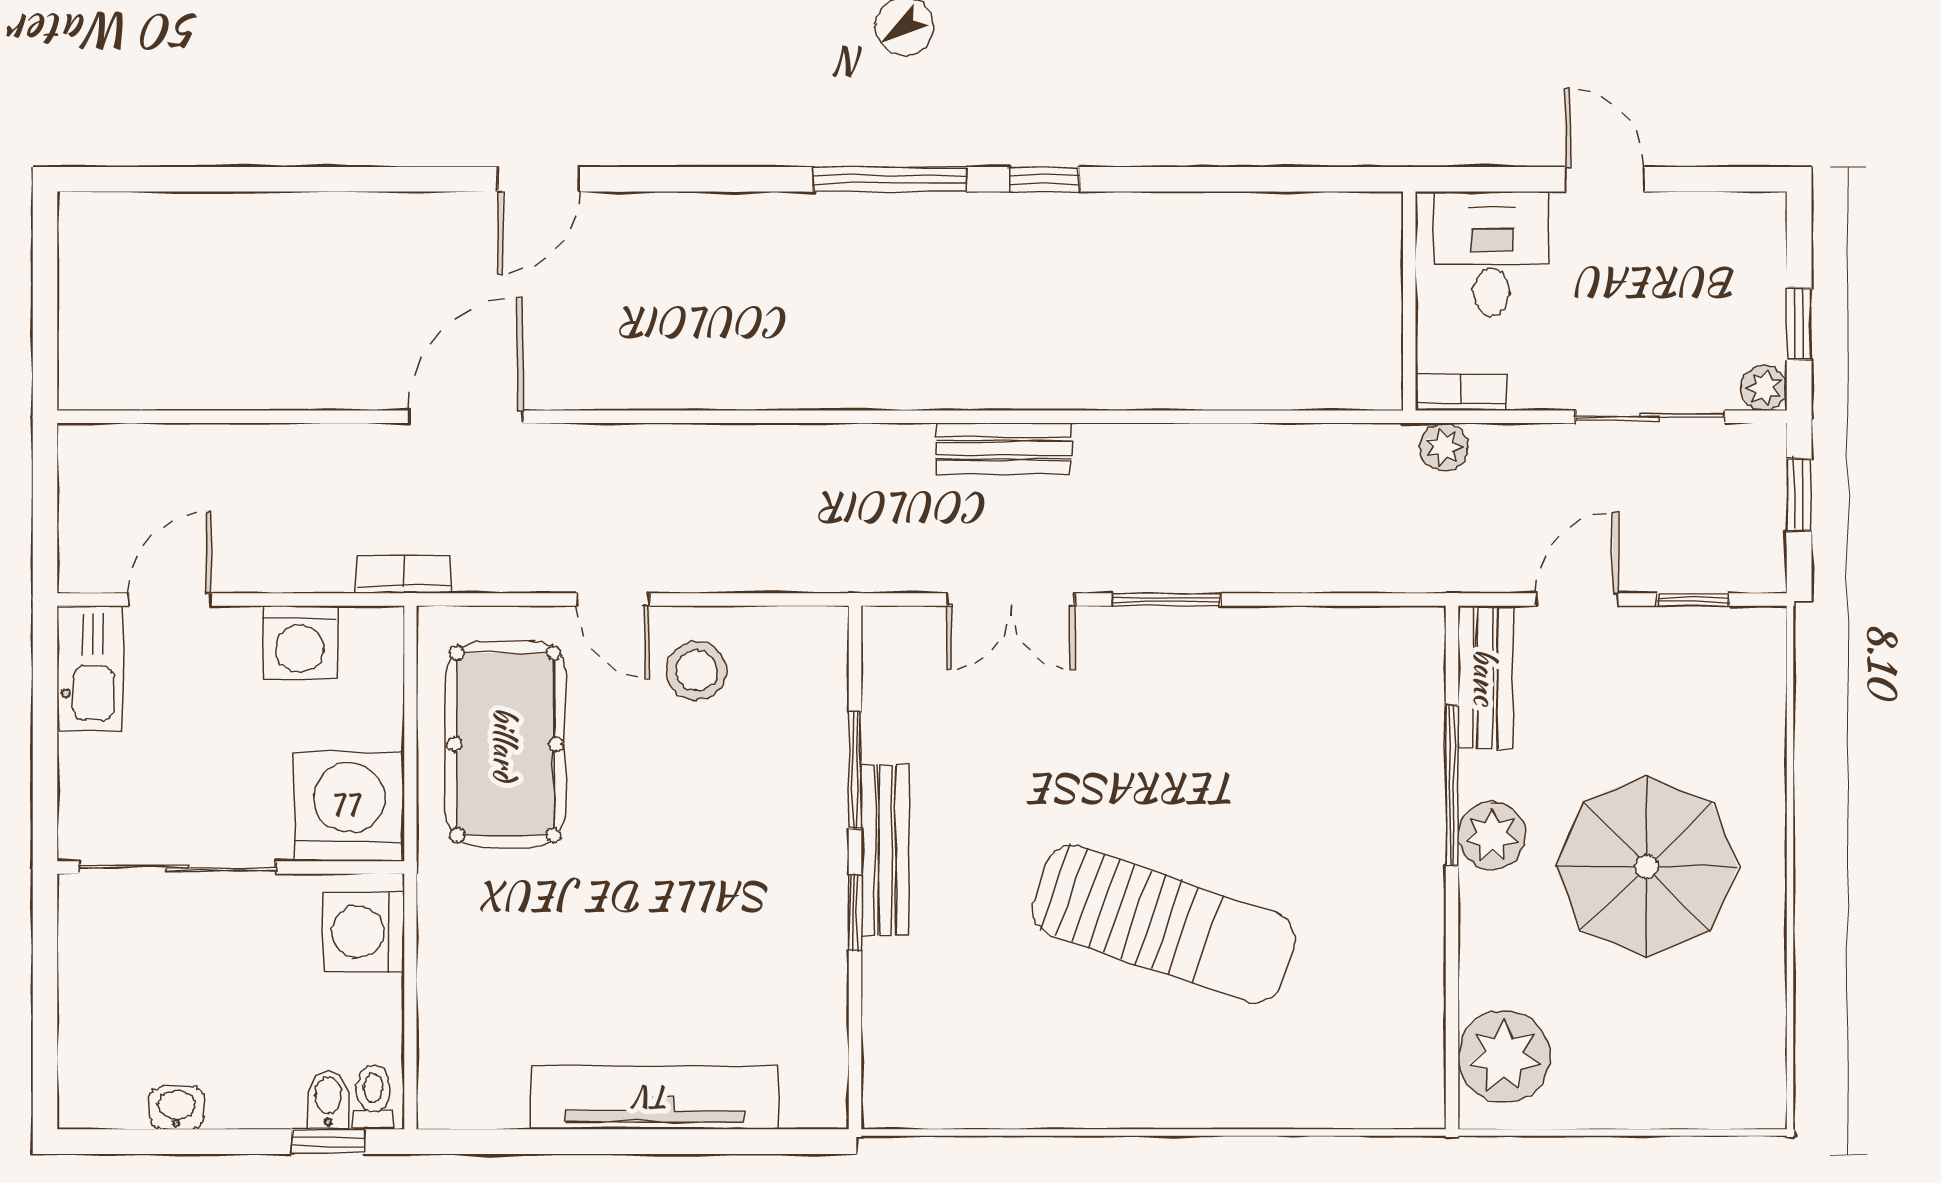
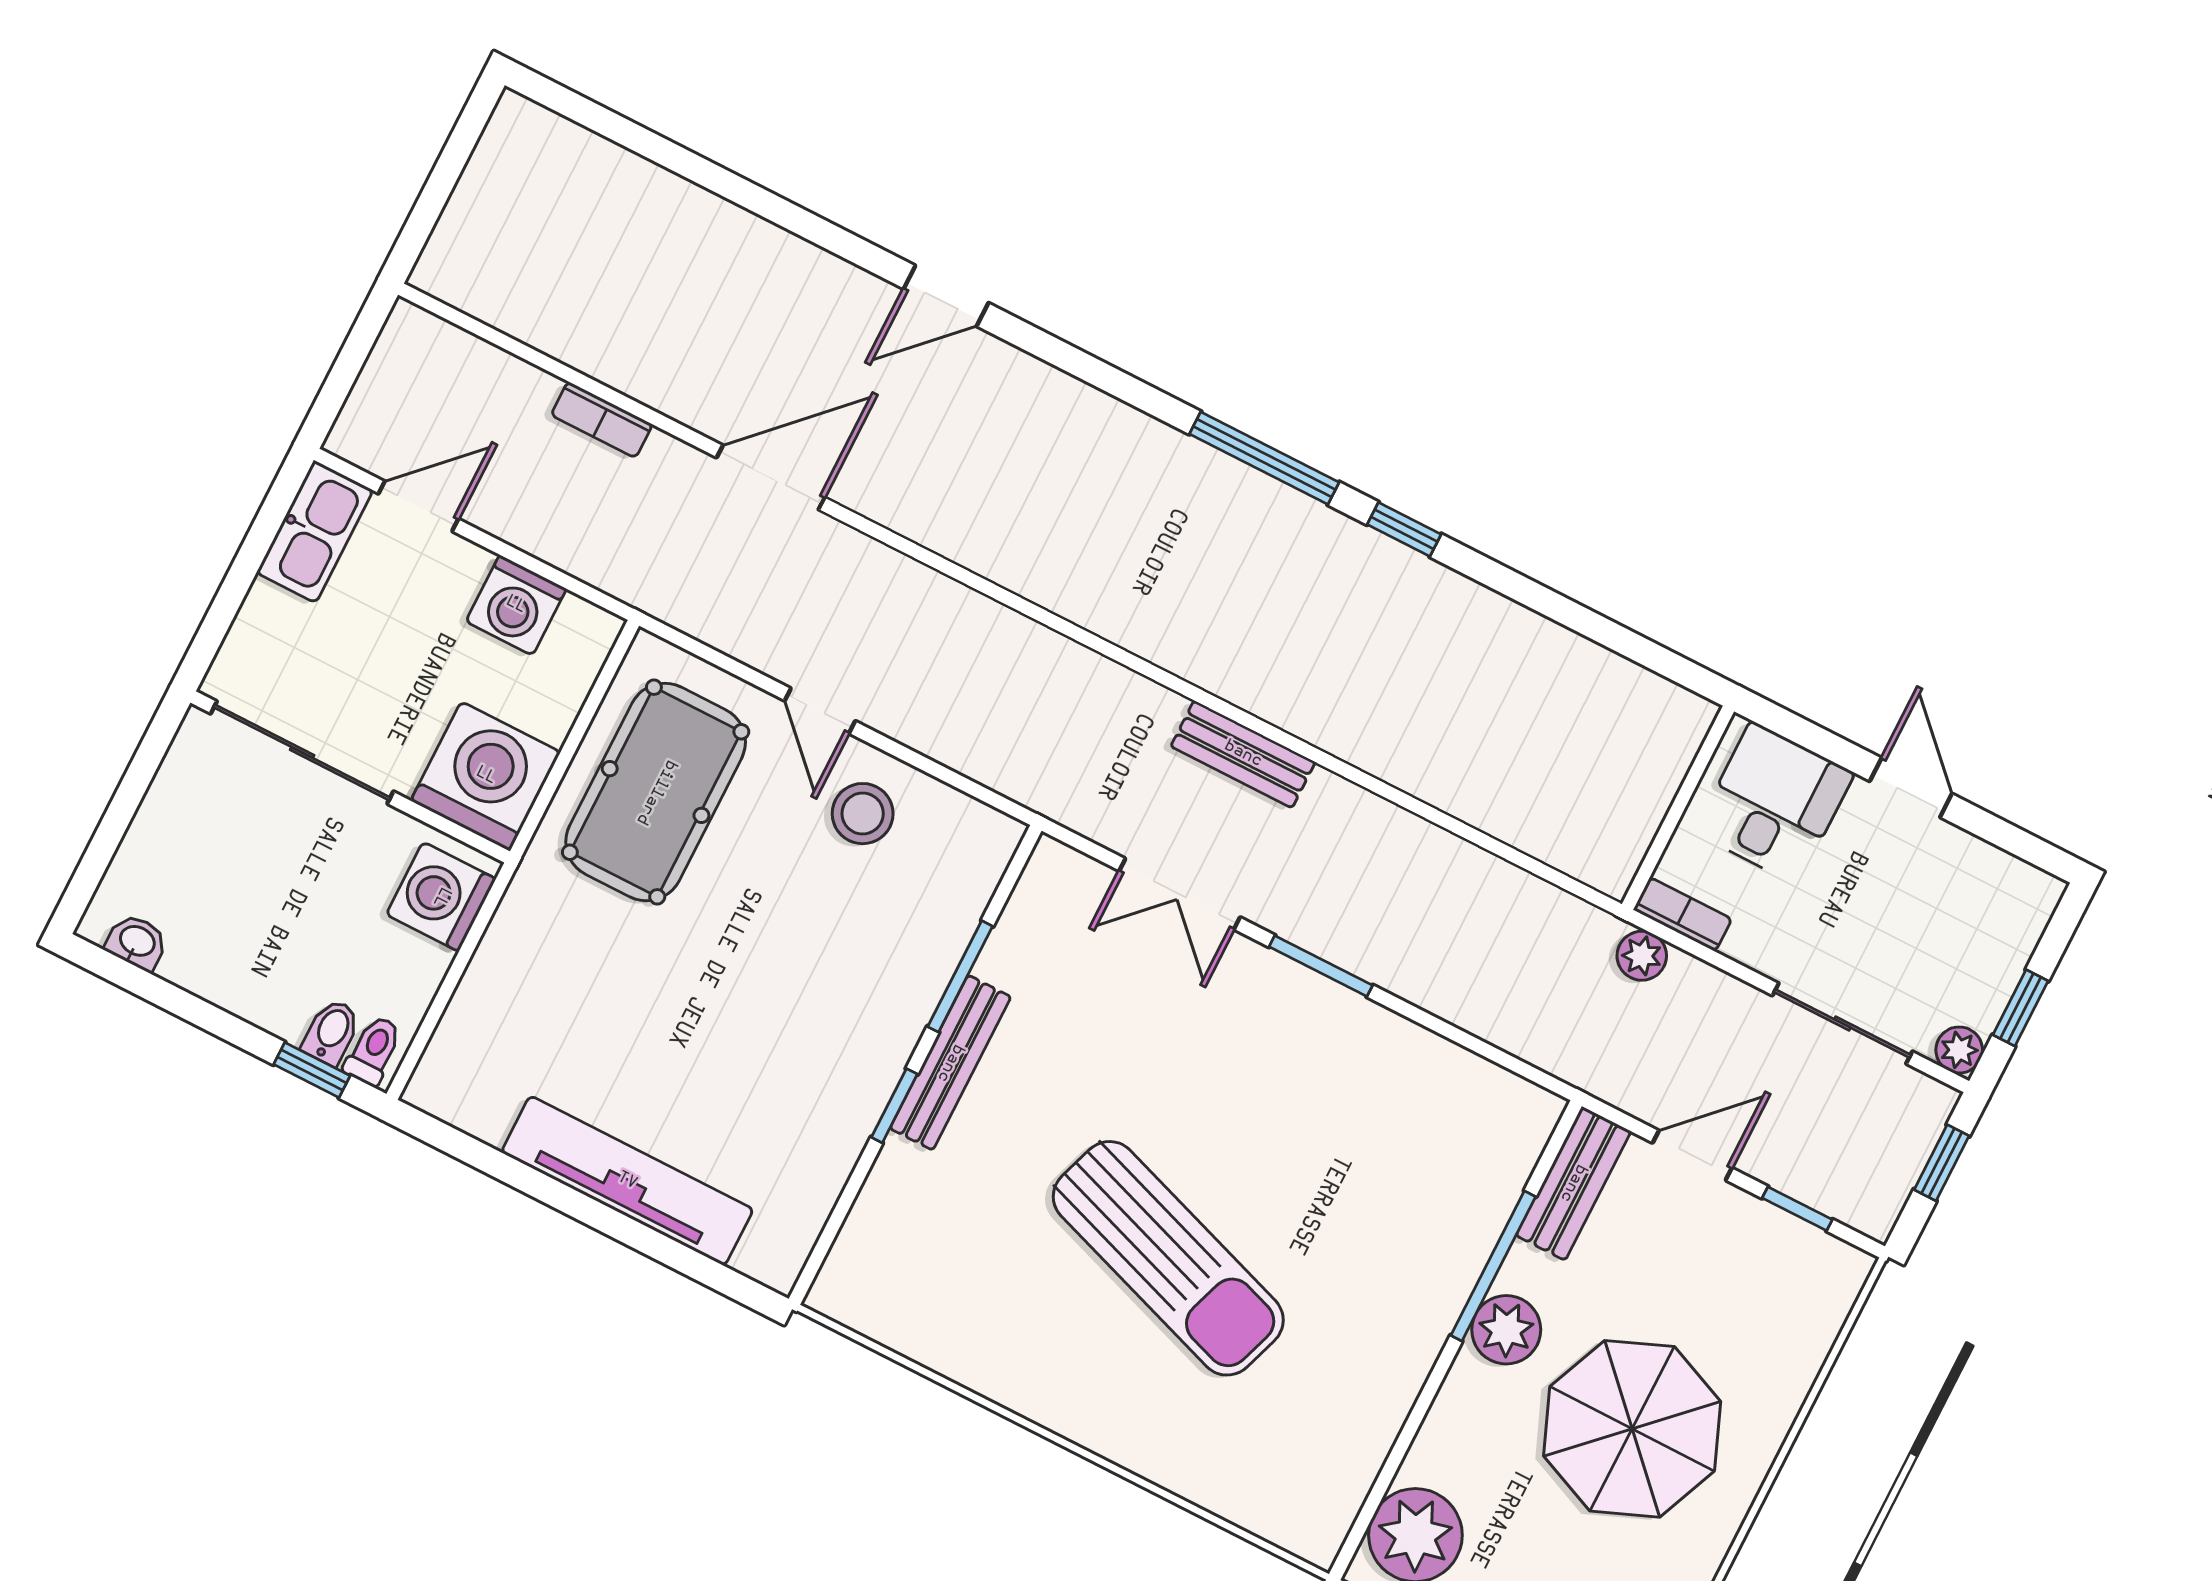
bookcase: (403, 575) -> (602, 420), moved, turned 180
washbasin: (177, 1108) -> (137, 942), moved

